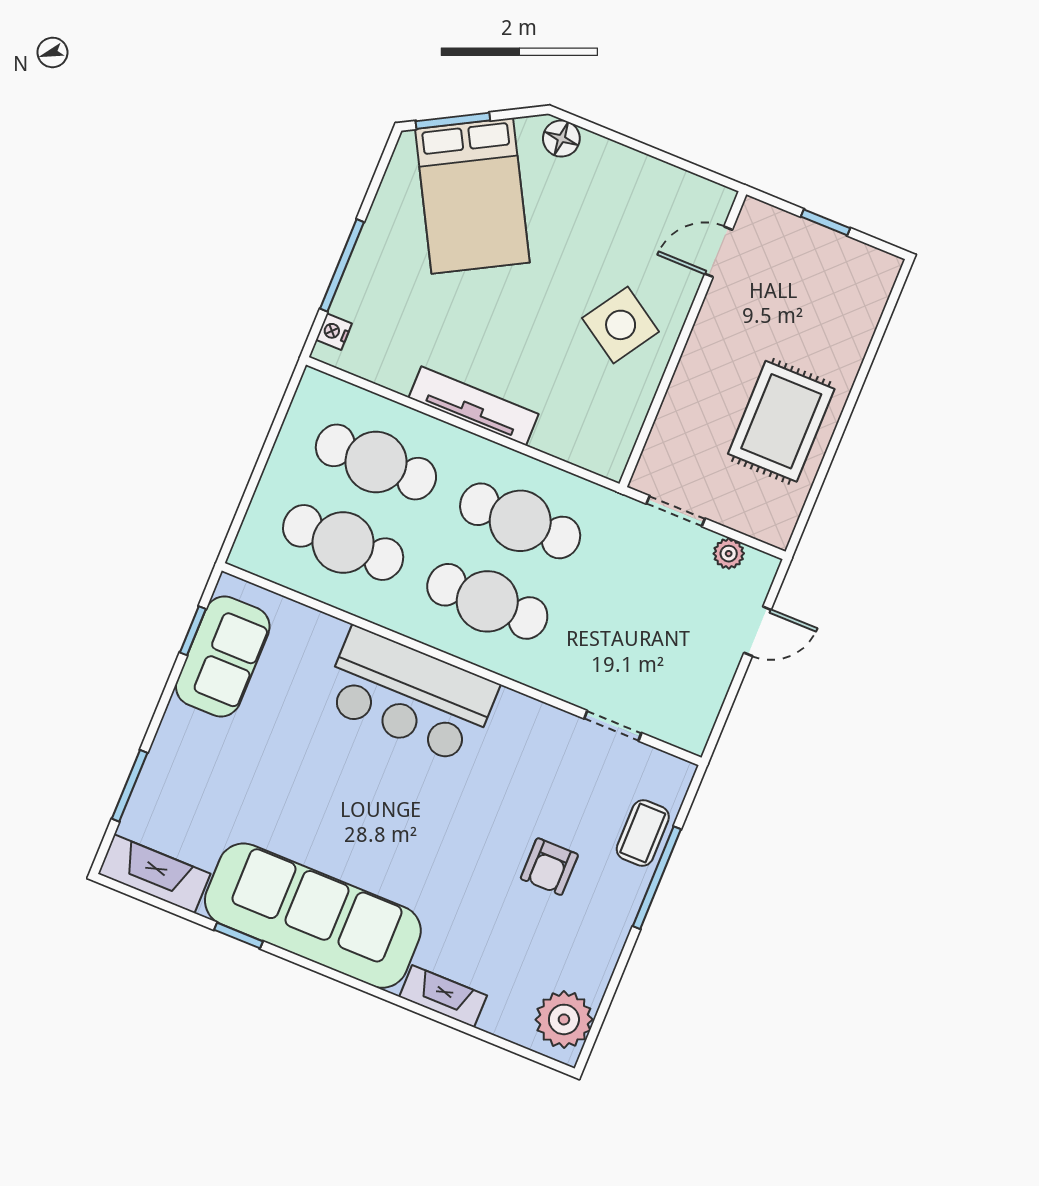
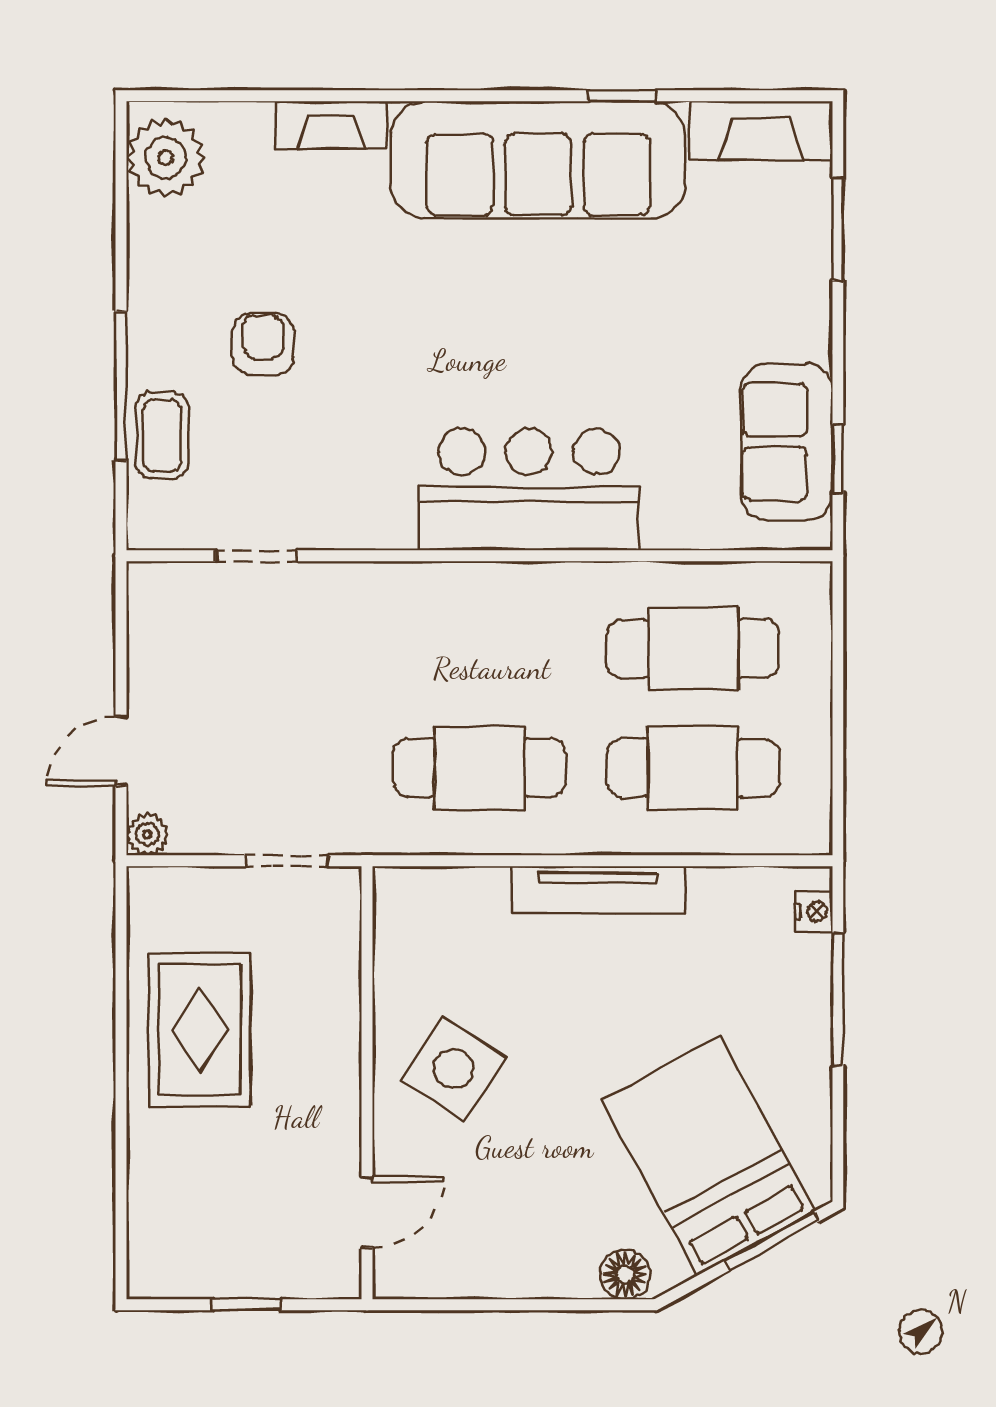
plant: (729, 554) -> (147, 834), moved
cafe table: (487, 601) -> (479, 649), removed

